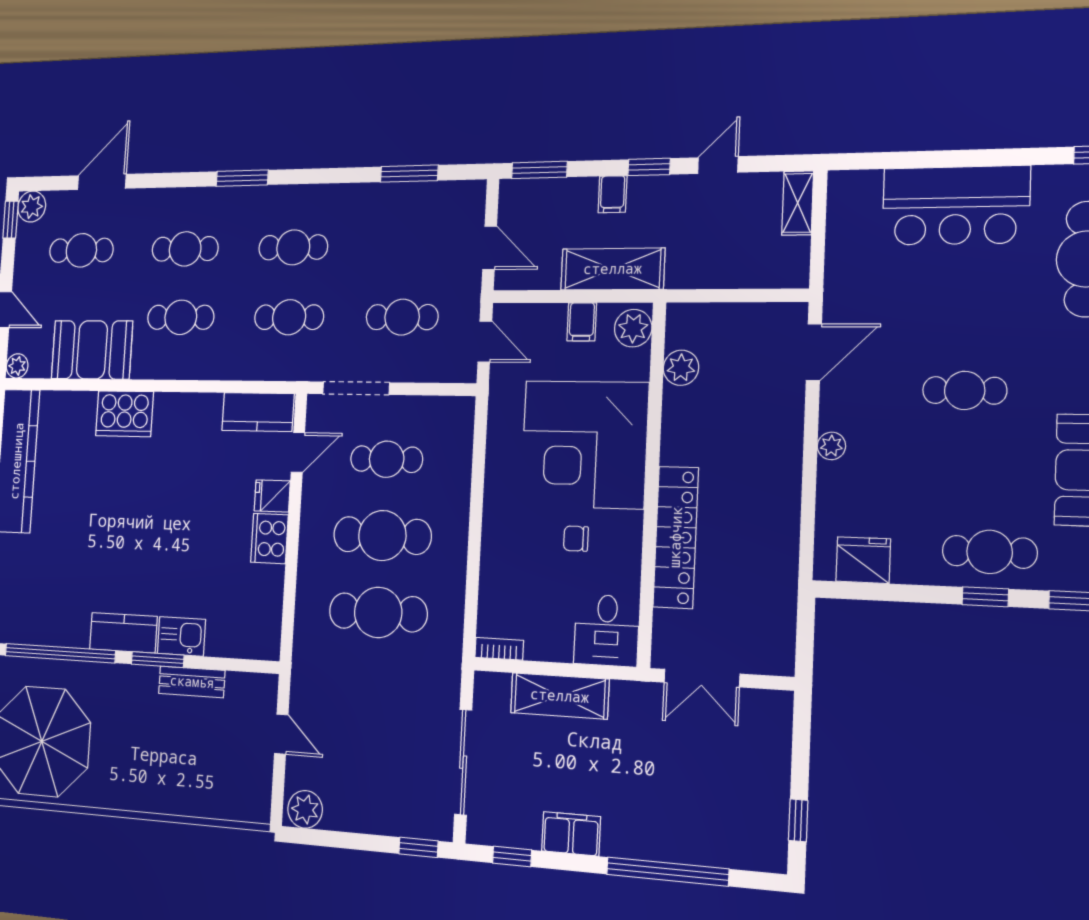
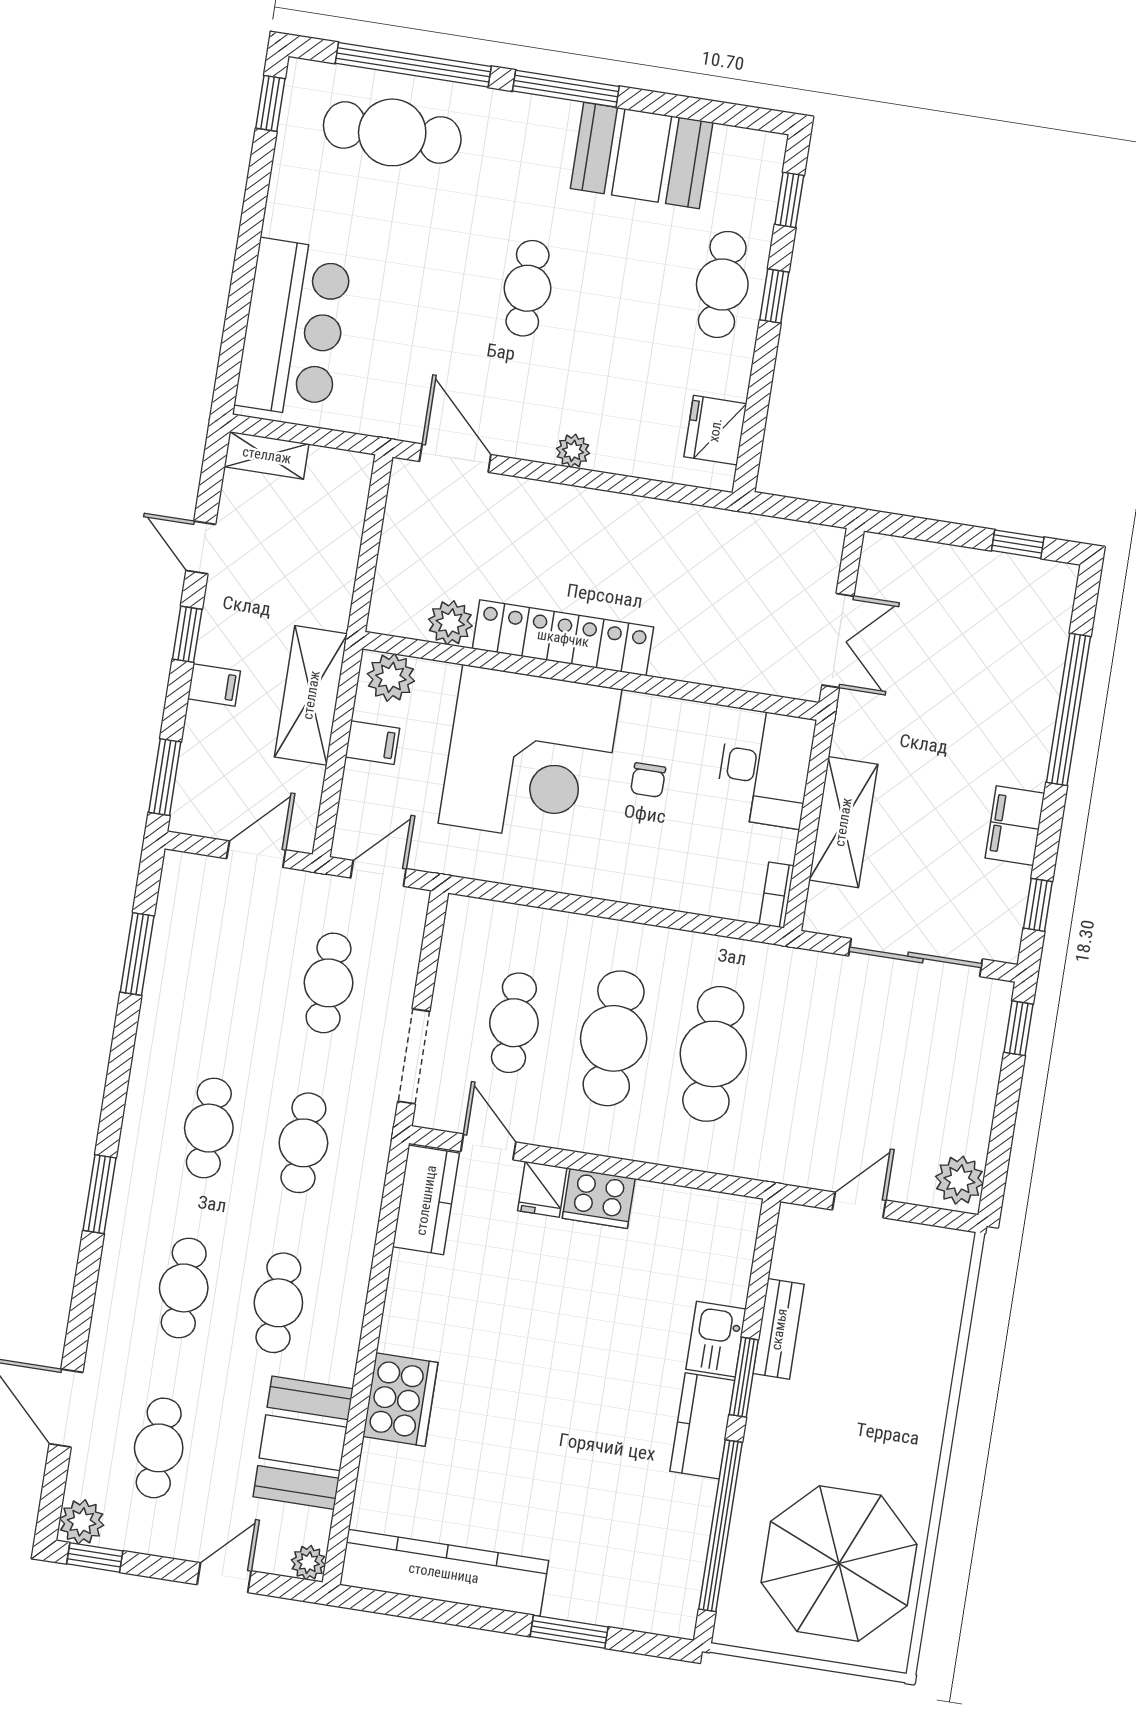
bar counter: (956, 205) -> (294, 328), moved
locker: (676, 537) -> (563, 638), moved
desk: (607, 630) -> (765, 768), width x1.37

